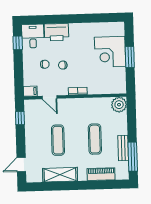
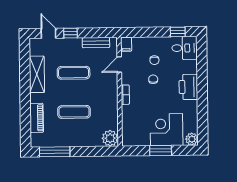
plant: (119, 28) -> (192, 139), added
printer: (57, 32) -> (188, 87), moved
window: (20, 118) -> (71, 33), moved
bench: (123, 148) -> (96, 43), moved

